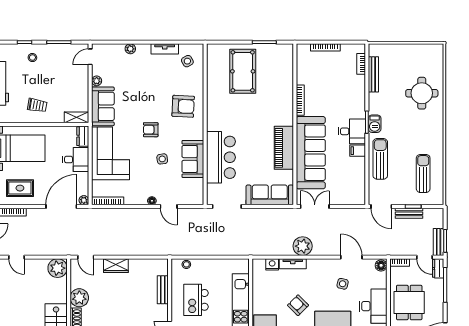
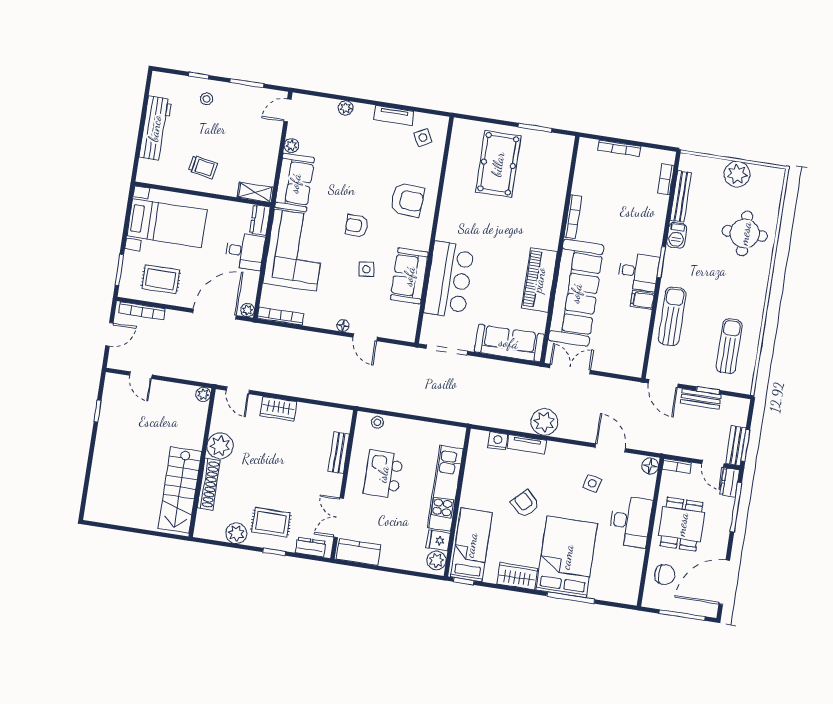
plant: (410, 53) -> (737, 174), added
barbecue: (375, 124) -> (677, 235), moved
plant: (58, 268) -> (203, 394), width x0.53, depth x0.53

